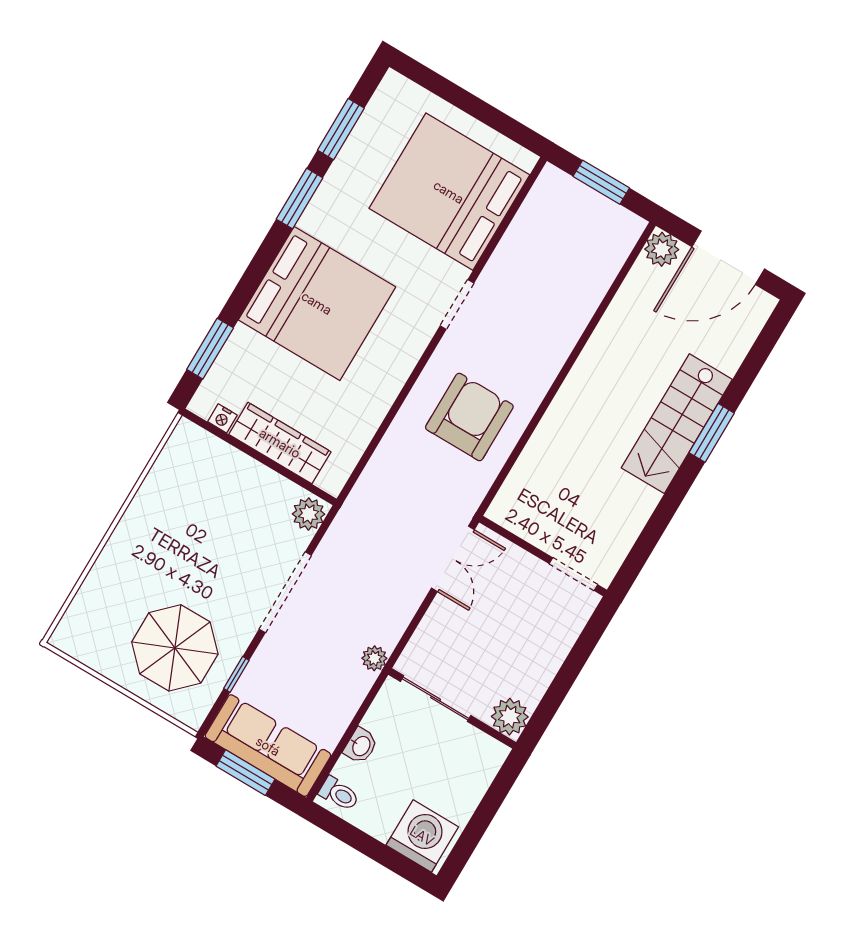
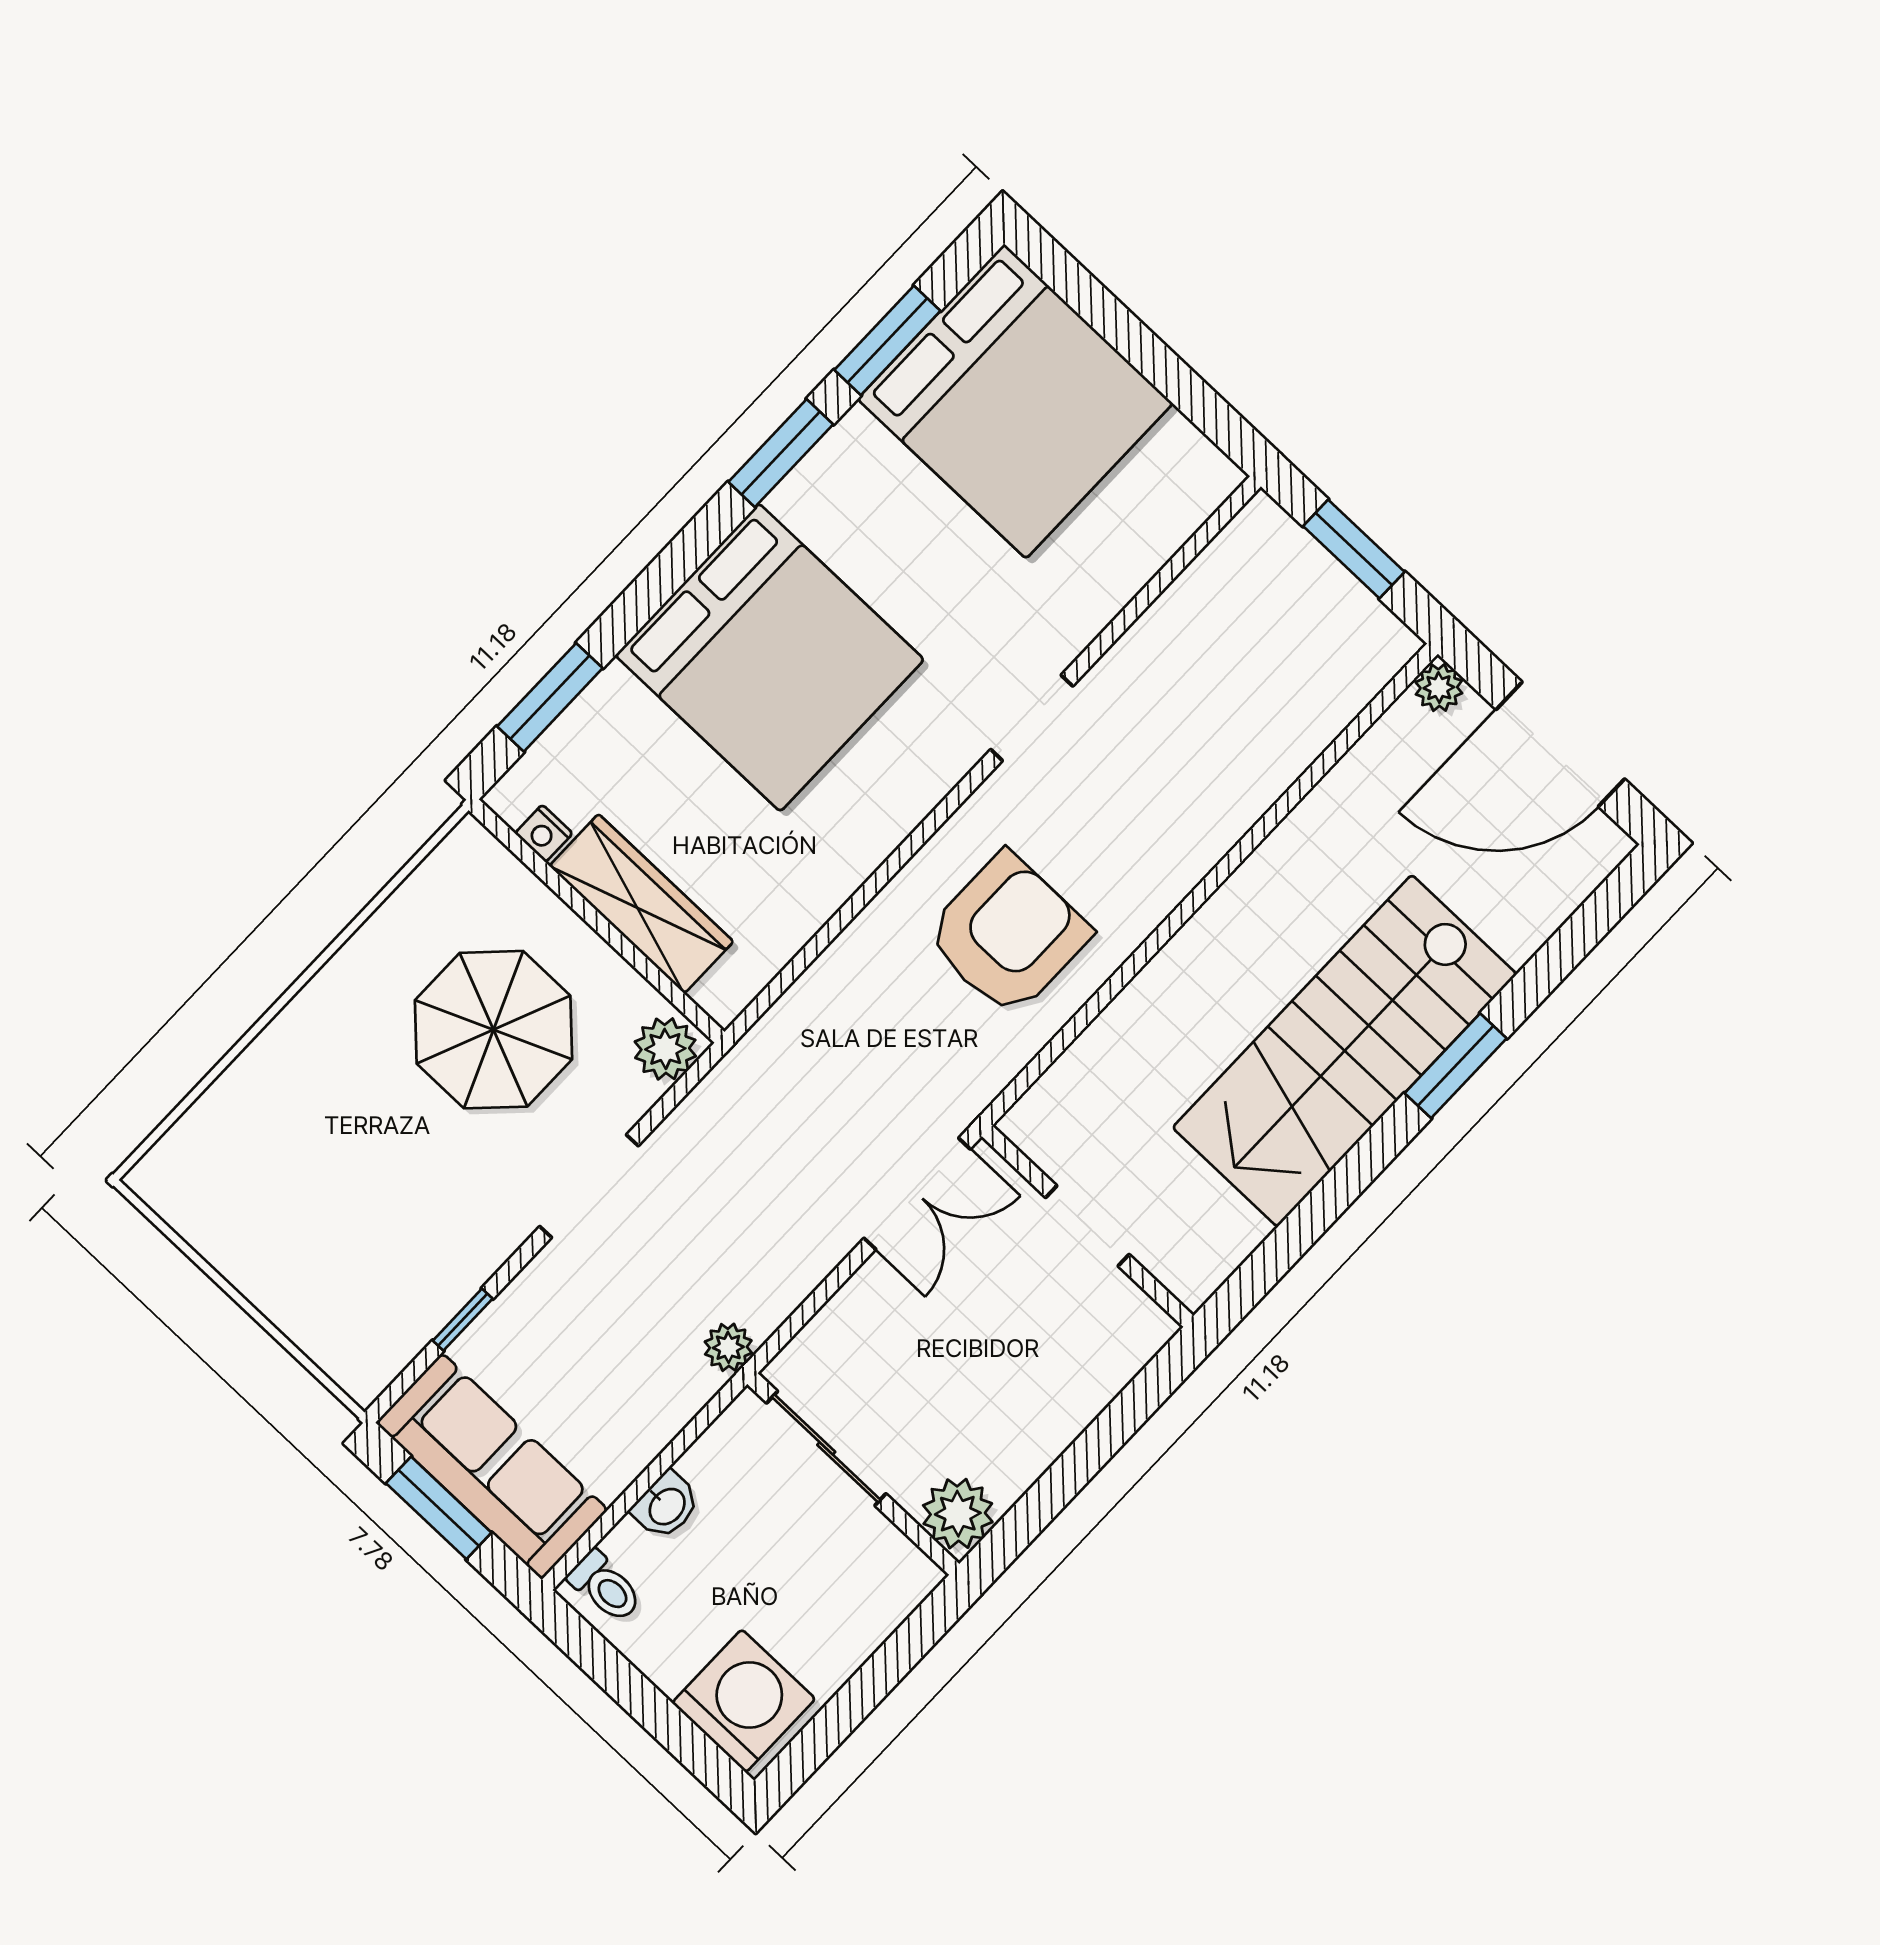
bed: (449, 192) -> (1015, 401), moved, turned 180
plant: (662, 249) -> (1439, 688), width x0.73, depth x0.73
stairs: (677, 424) -> (1345, 1051), width x1.36, depth x1.51
doorway: (573, 574) -> (1087, 1226), moved
doorway: (285, 592) -> (589, 1186), width x0.73
parasol: (175, 648) -> (493, 1030), moved

